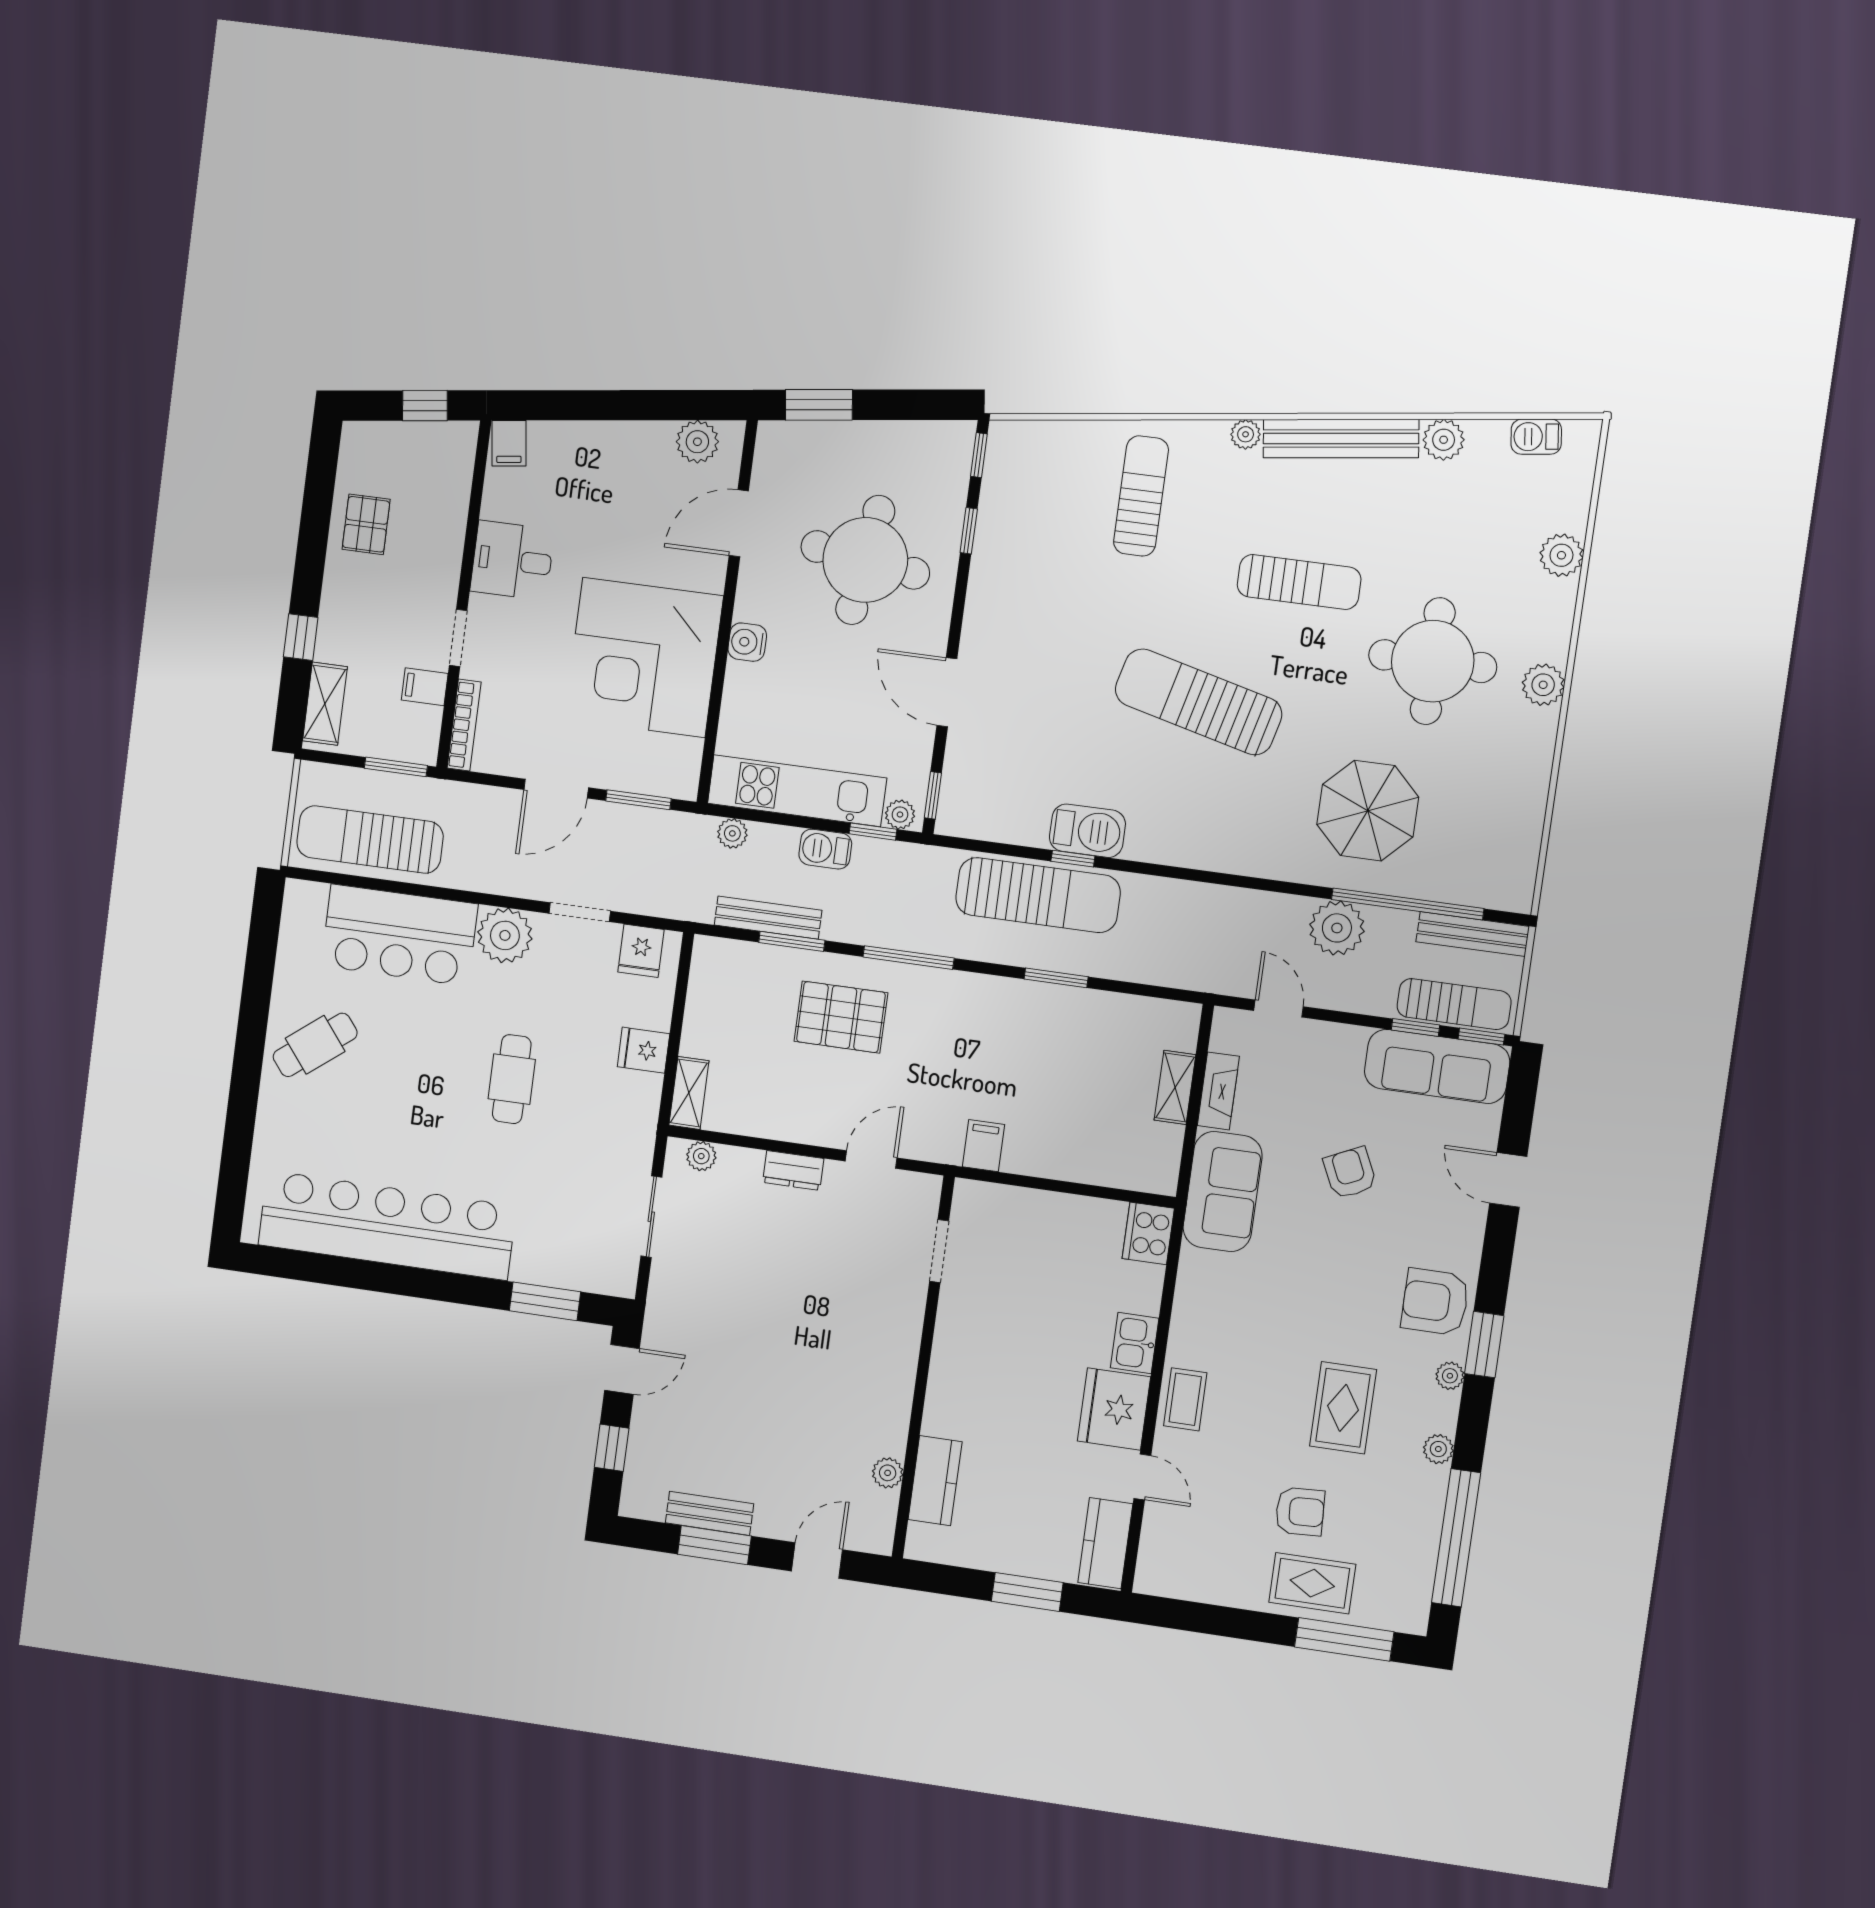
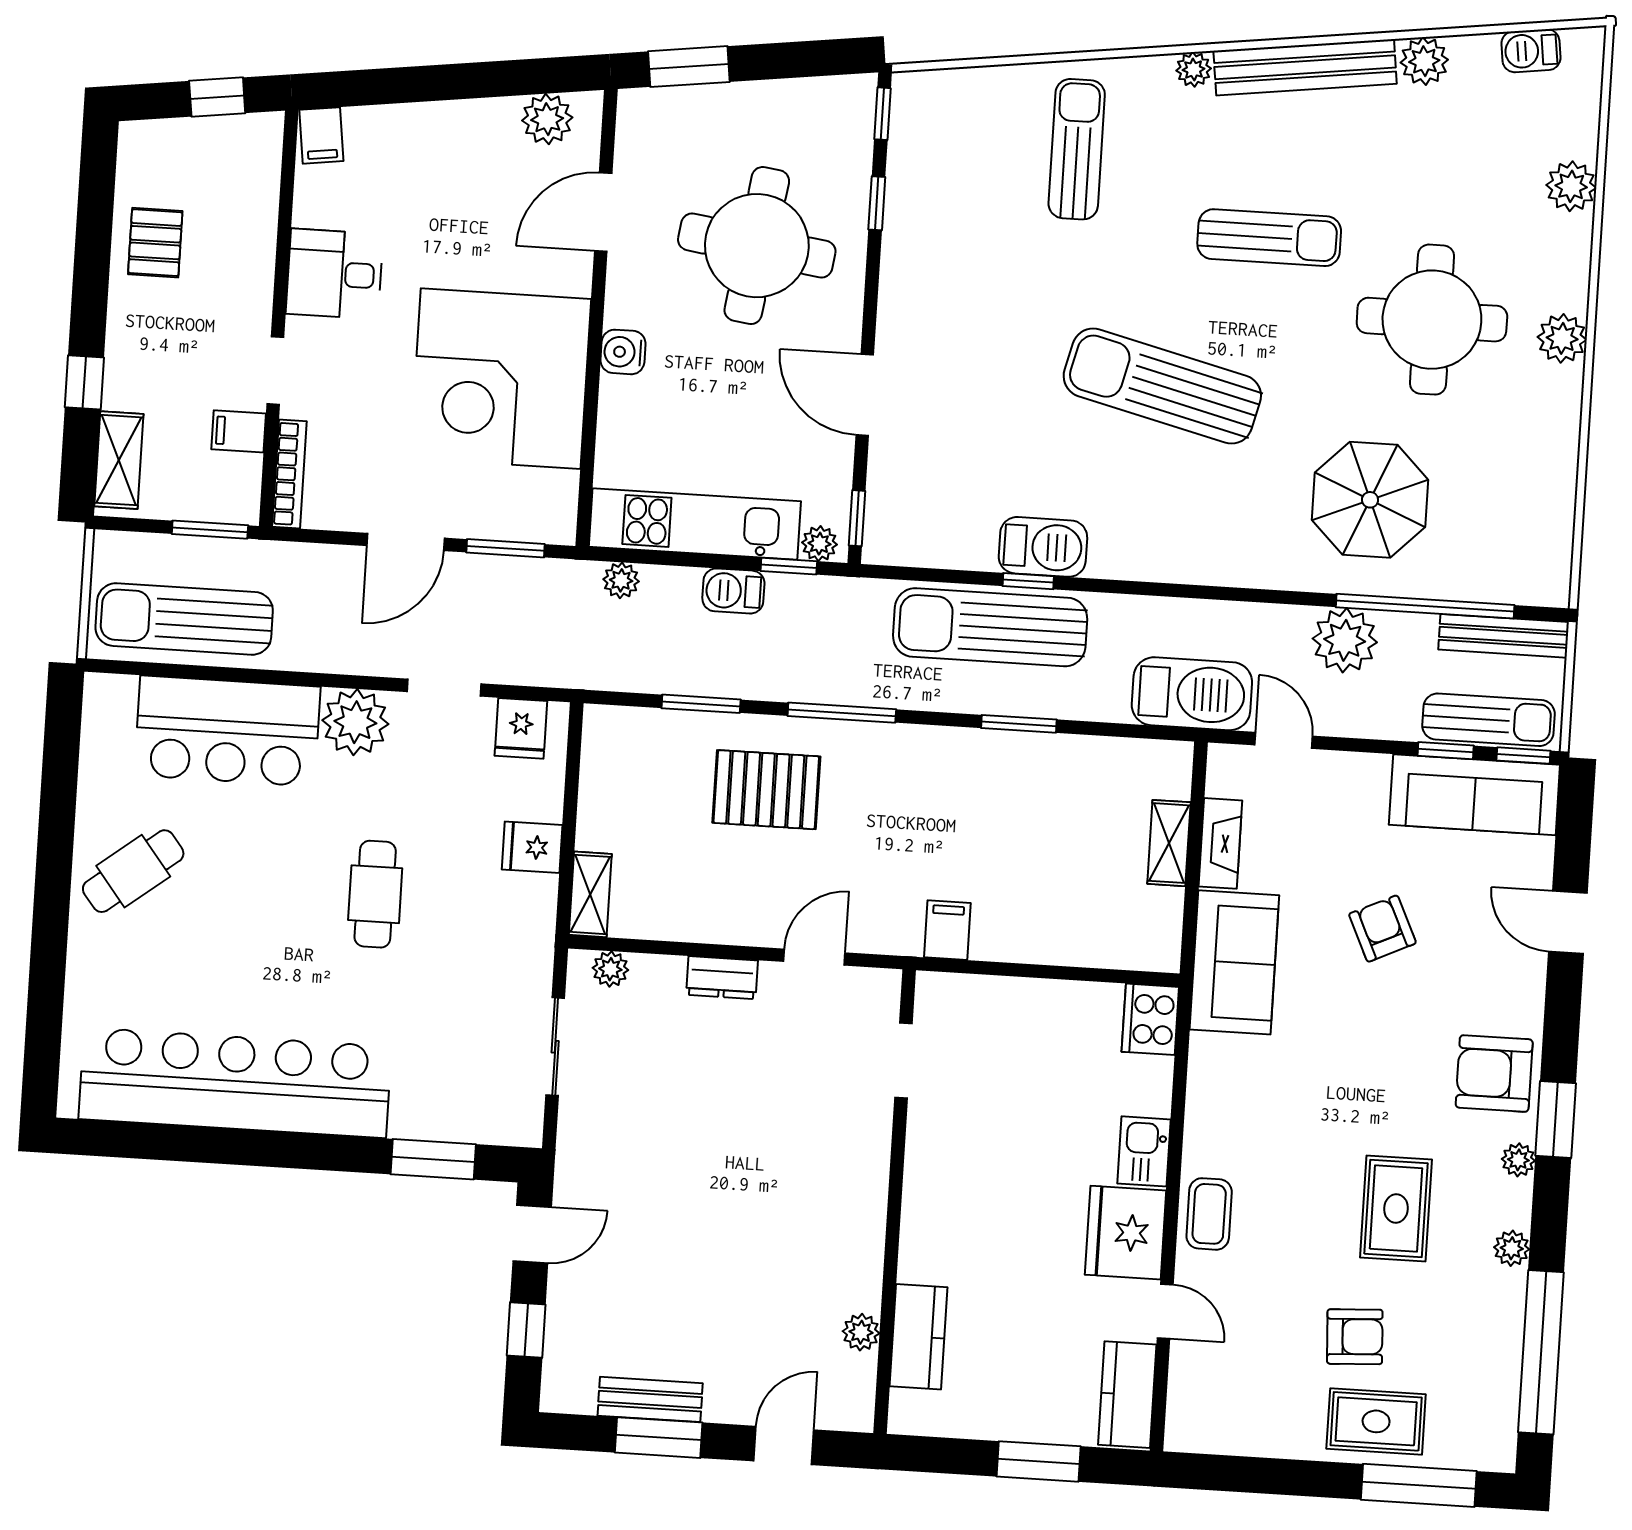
sun lounger: (1038, 895) -> (990, 627), turned 180
bench: (768, 918) -> (671, 678), removed
barbecue: (1204, 963) -> (1192, 694), added

